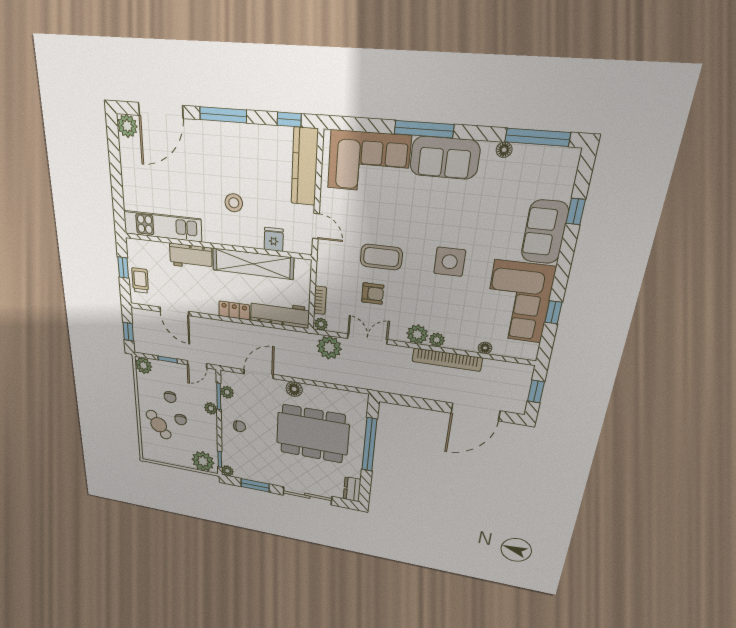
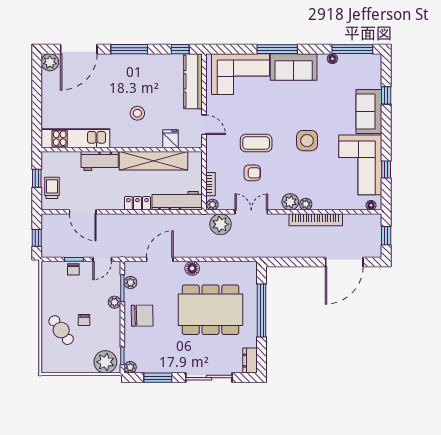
floor lamp: (485, 348) -> (371, 205), moved
plant: (143, 365) -> (50, 269), removed
chair: (170, 397) -> (73, 269), moved
chair: (239, 426) -> (142, 316), width x1.87, depth x1.87

